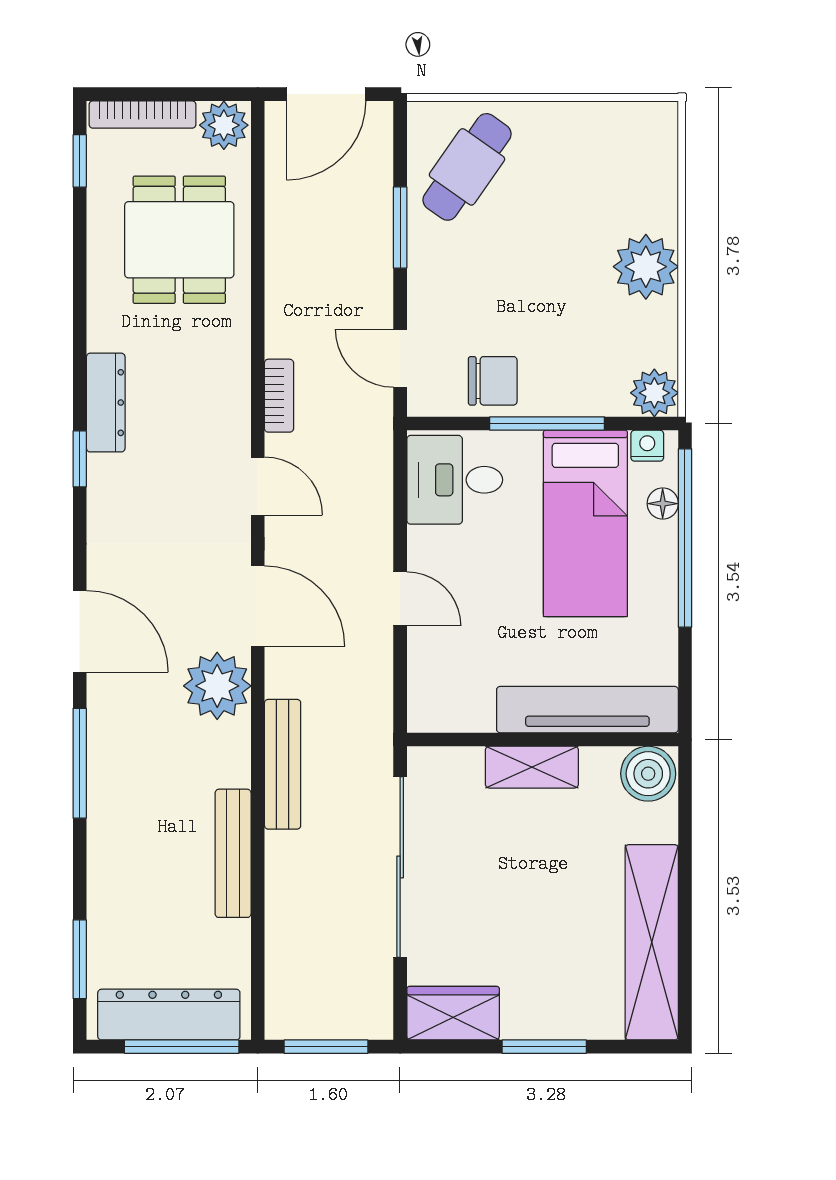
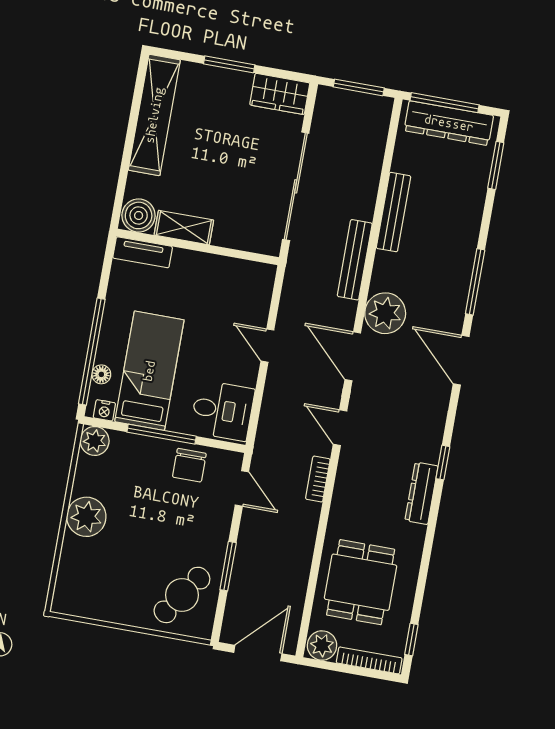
chair: (493, 381) -> (189, 465), turned -90
tv unit: (587, 710) -> (143, 252), width x0.52, depth x0.78
shelving: (532, 767) -> (184, 228), moved

